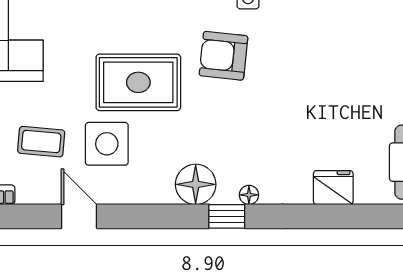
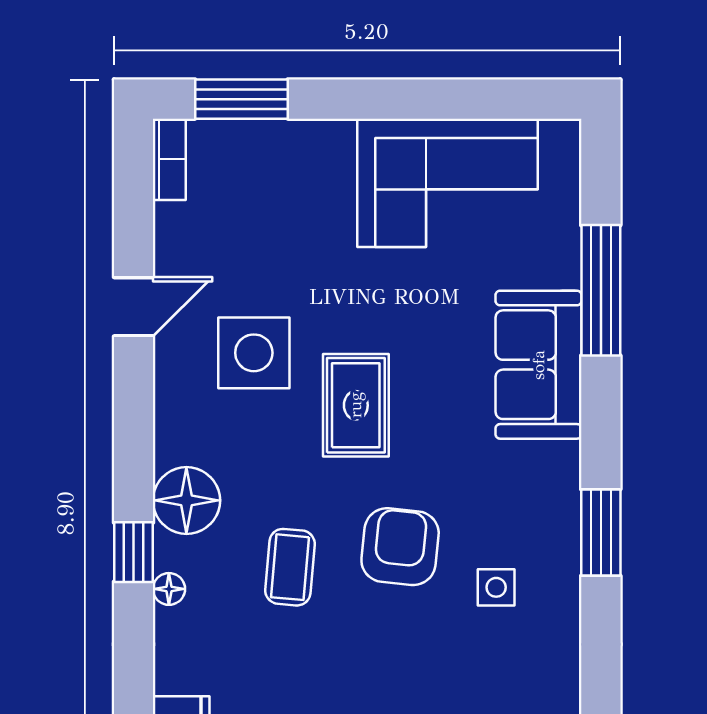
rug: (138, 82) -> (356, 405), width x0.73, depth x0.70
coffee table: (41, 142) -> (290, 567), moved

